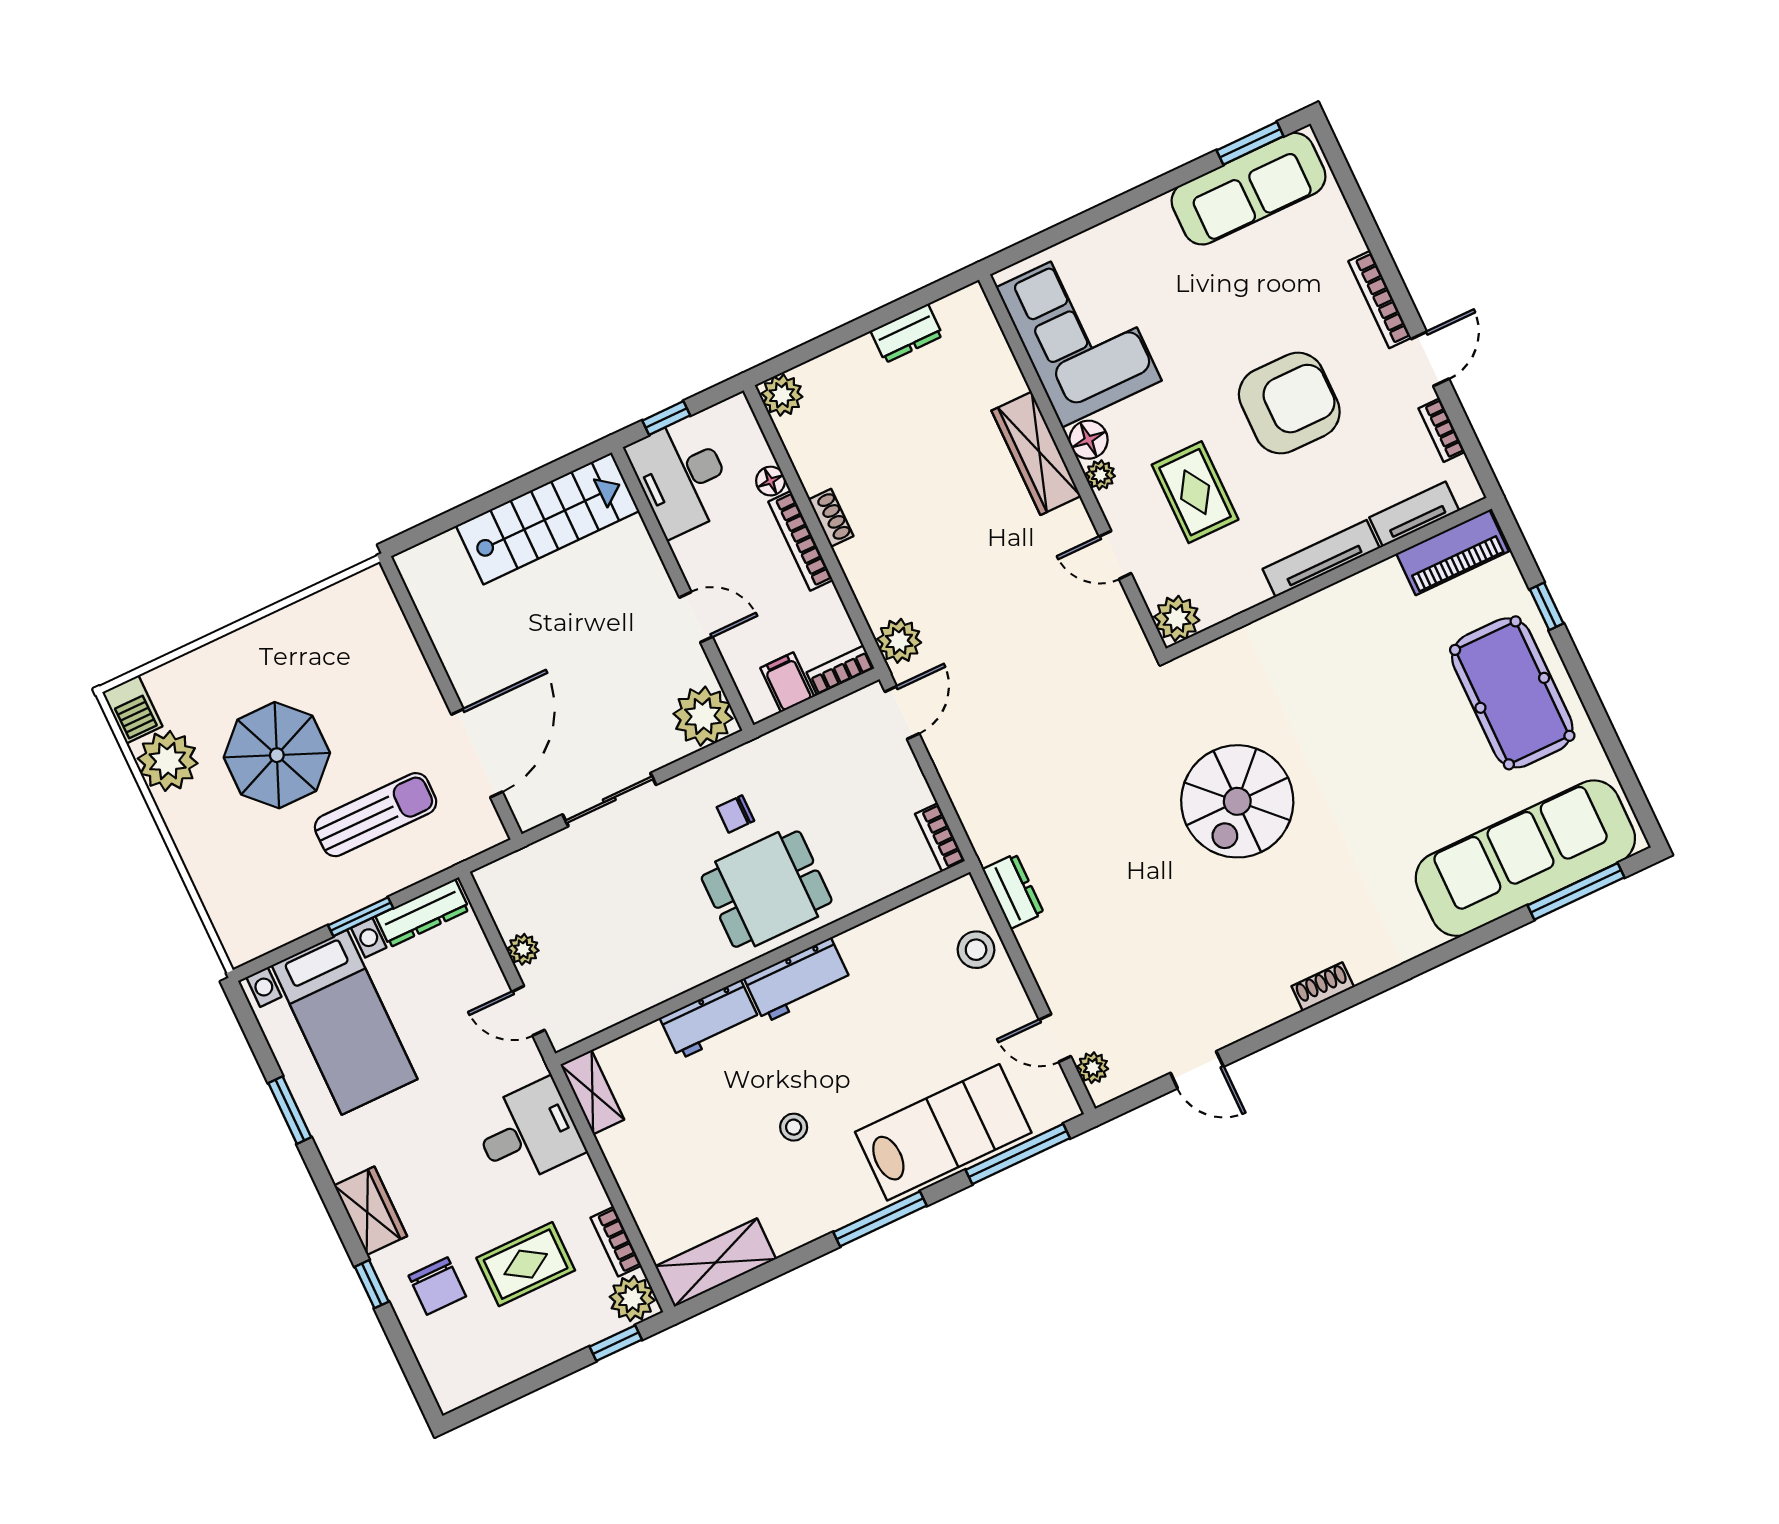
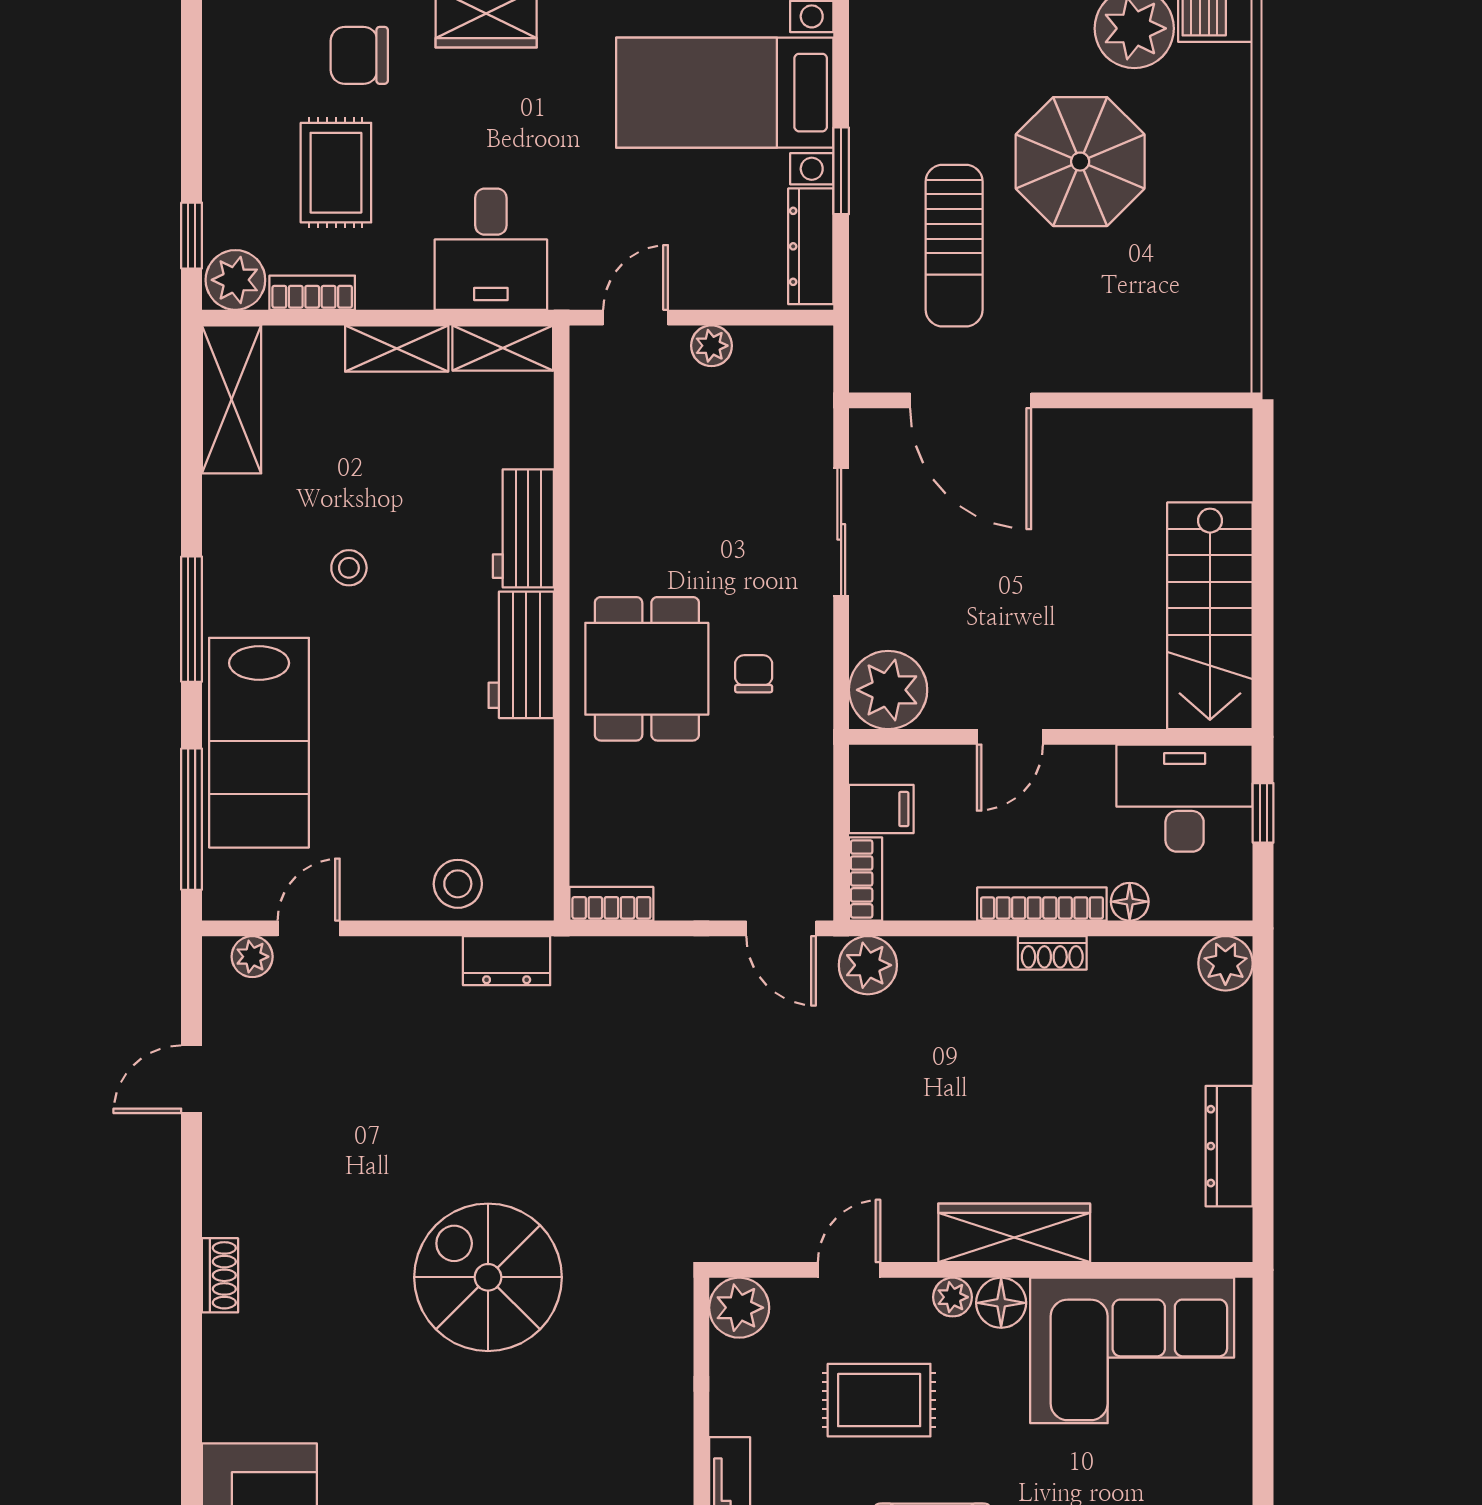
dresser: (907, 333) -> (1229, 1146), width x1.44
shelving: (627, 1165) -> (397, 349), added

